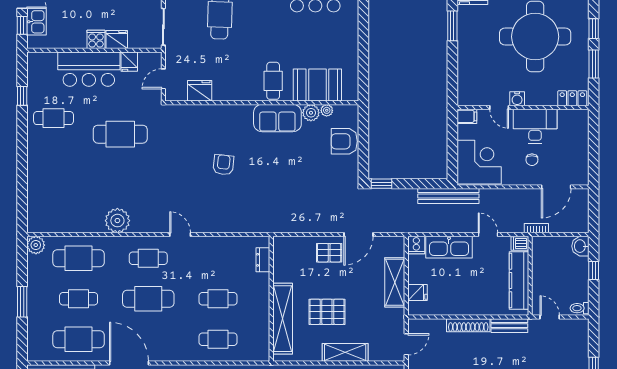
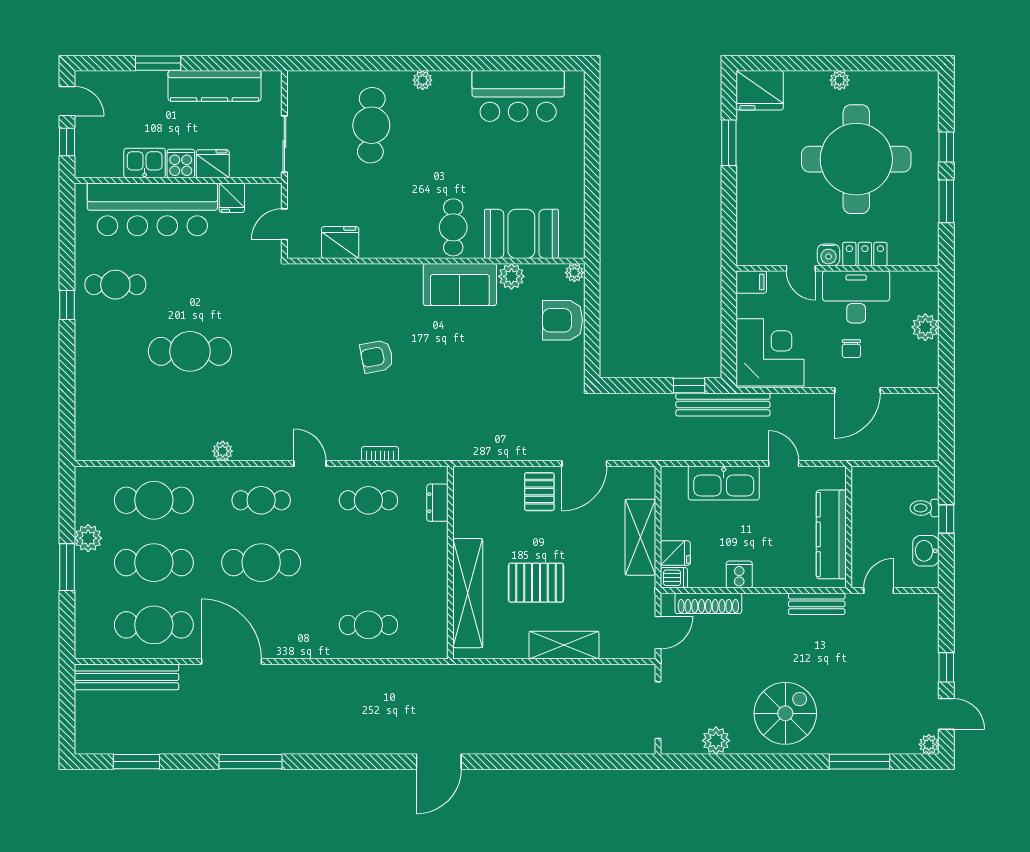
kitchen sink: (37, 22) -> (145, 163), moved, turned -90
bar counter: (89, 69) -> (152, 209), width x1.36
window: (22, 96) -> (67, 305), moved
locker: (572, 98) -> (865, 254), moved
plant: (327, 110) -> (574, 273), moved
cafe table: (120, 134) -> (190, 351), moved
plant: (580, 146) -> (925, 327), added
armchair: (223, 165) -> (377, 356), turned -107
window: (381, 184) -> (689, 386), moved
door: (556, 187) -> (857, 390), moved
plant: (117, 221) -> (223, 451), width x0.53, depth x0.53
bookcase: (536, 228) -> (380, 454), moved
dishwasher: (520, 244) -> (674, 578), moved, turned 180
plant: (36, 245) -> (88, 538), moved
cooker: (416, 245) -> (739, 575), moved, turned 180
washbasin: (580, 246) -> (926, 551), moved
pallet: (329, 253) -> (539, 492), turned 90
cafe table: (79, 299) -> (154, 563), width x1.37, depth x1.35
cafe table: (218, 299) -> (368, 500), moved
toilet: (580, 308) -> (925, 508), moved
door: (550, 317) -> (879, 591), hinge flipped
shoe rack: (468, 325) -> (708, 603), moved

